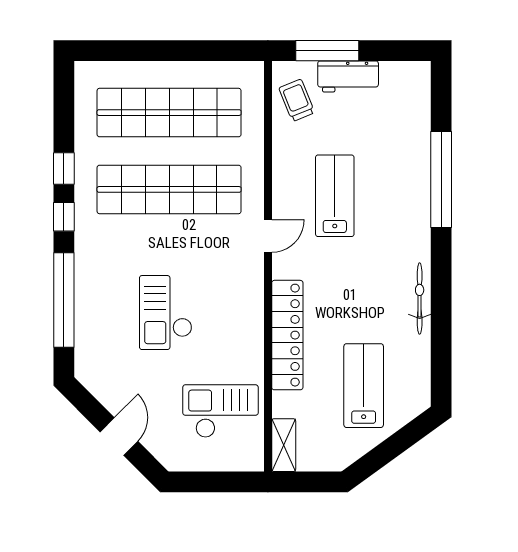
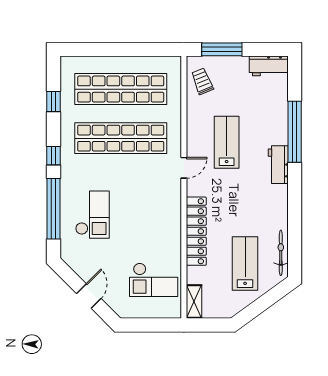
workbench: (348, 76) -> (269, 66), moved
window: (64, 168) -> (53, 102), moved
workbench: (416, 231) -> (278, 165), added
bicycle: (420, 299) -> (281, 253), moved
checkout: (166, 313) -> (92, 215), moved, turned 180
checkout: (220, 411) -> (154, 280), turned 180

